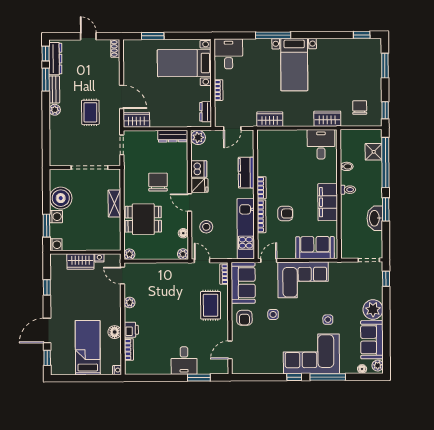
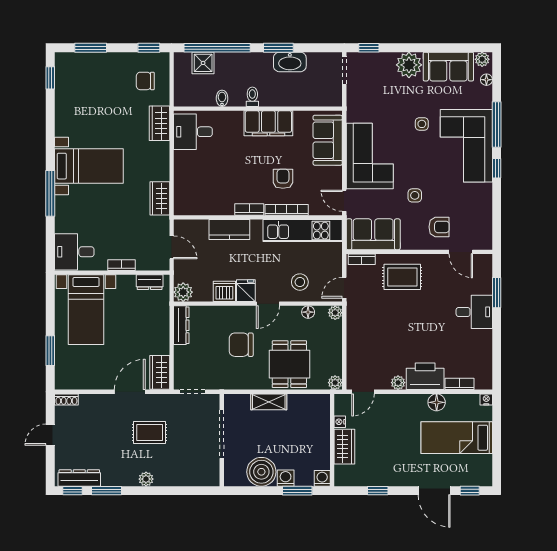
bench: (54, 90) -> (120, 479), removed
armchair: (244, 318) -> (439, 227), moved
printer: (131, 330) -> (425, 376), width x1.87, depth x1.48

